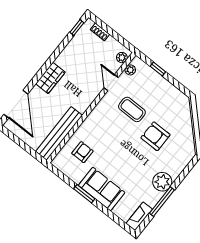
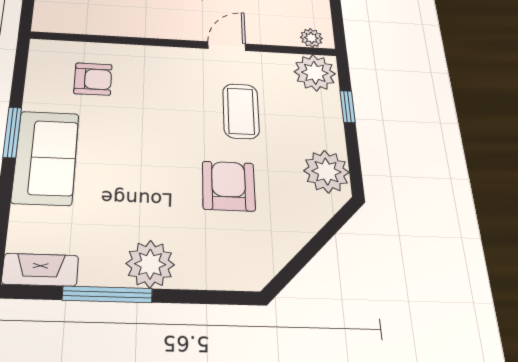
plant: (130, 70) -> (315, 73), width x1.88, depth x1.88
door: (111, 83) -> (227, 46), moved
plant: (175, 98) -> (326, 172), added
bench: (59, 133) -> (97, 22), removed

